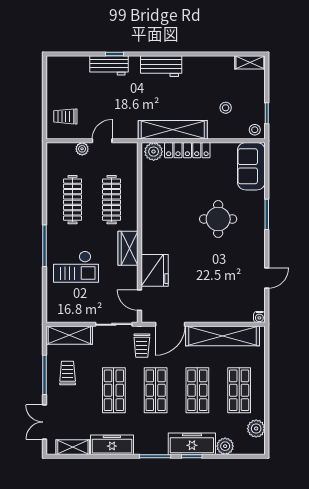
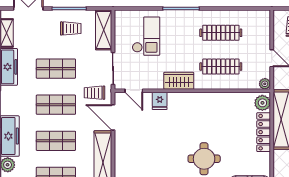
plant: (82, 149) -> (265, 84), moved
checkout: (76, 267) -> (146, 36), moved, turned 180
fridge: (155, 270) -> (160, 101), width x0.53, depth x0.75
door: (140, 300) -> (134, 91), swing flipped

